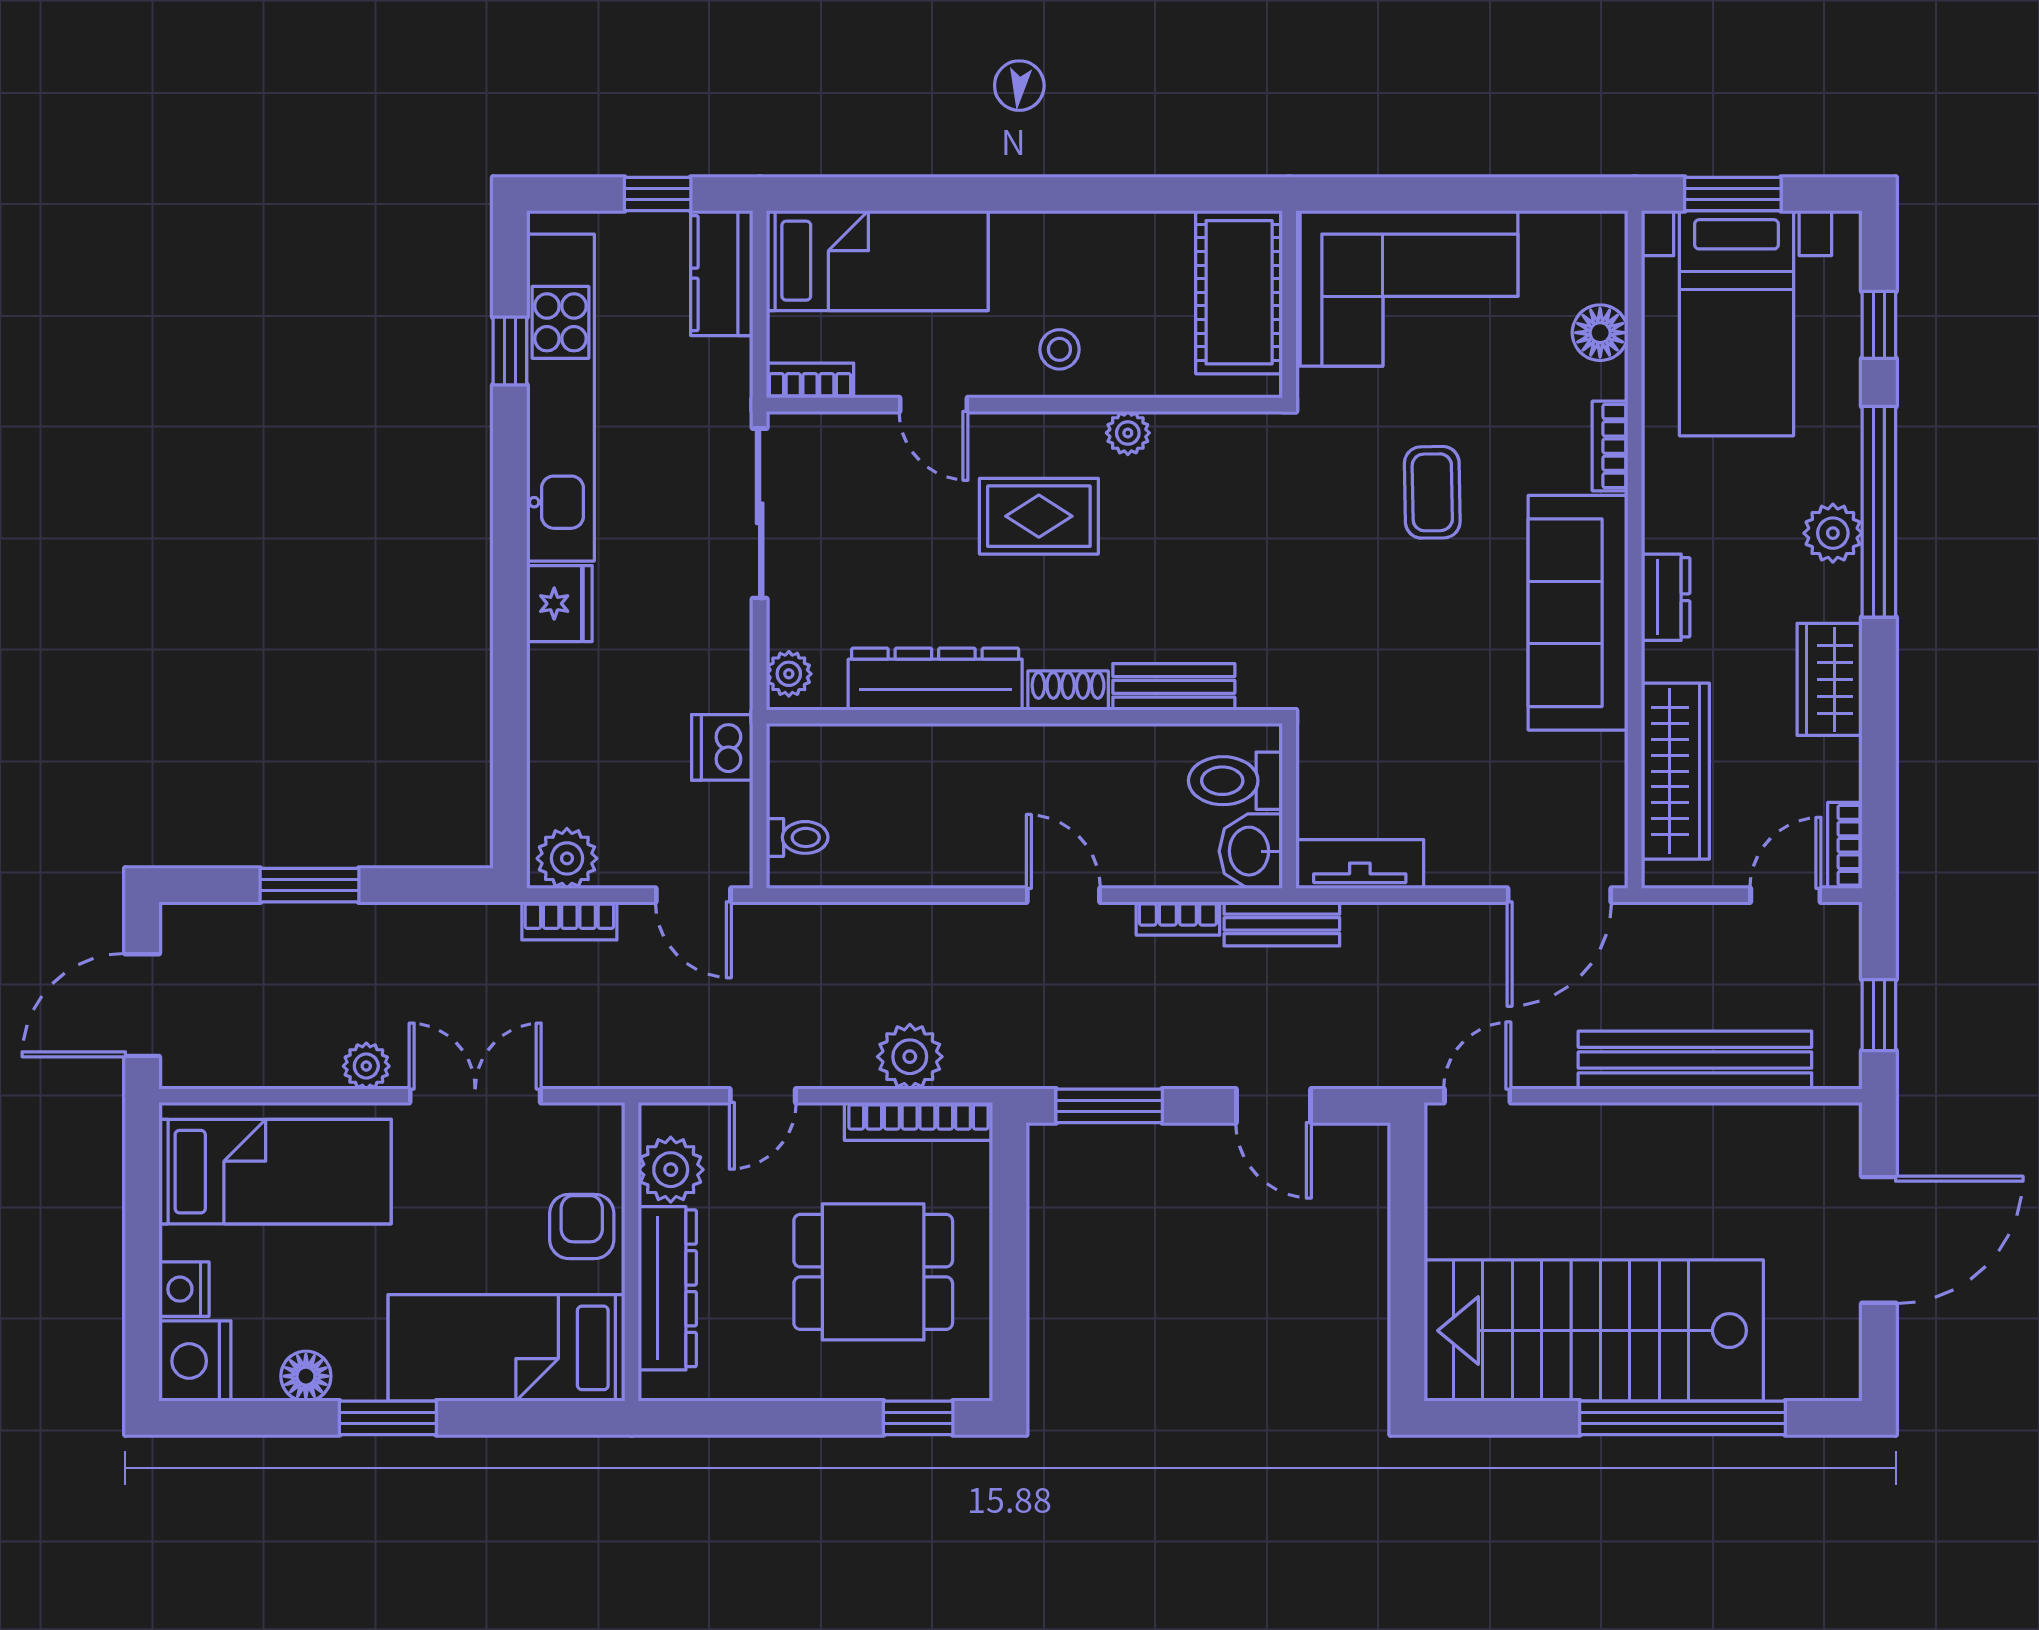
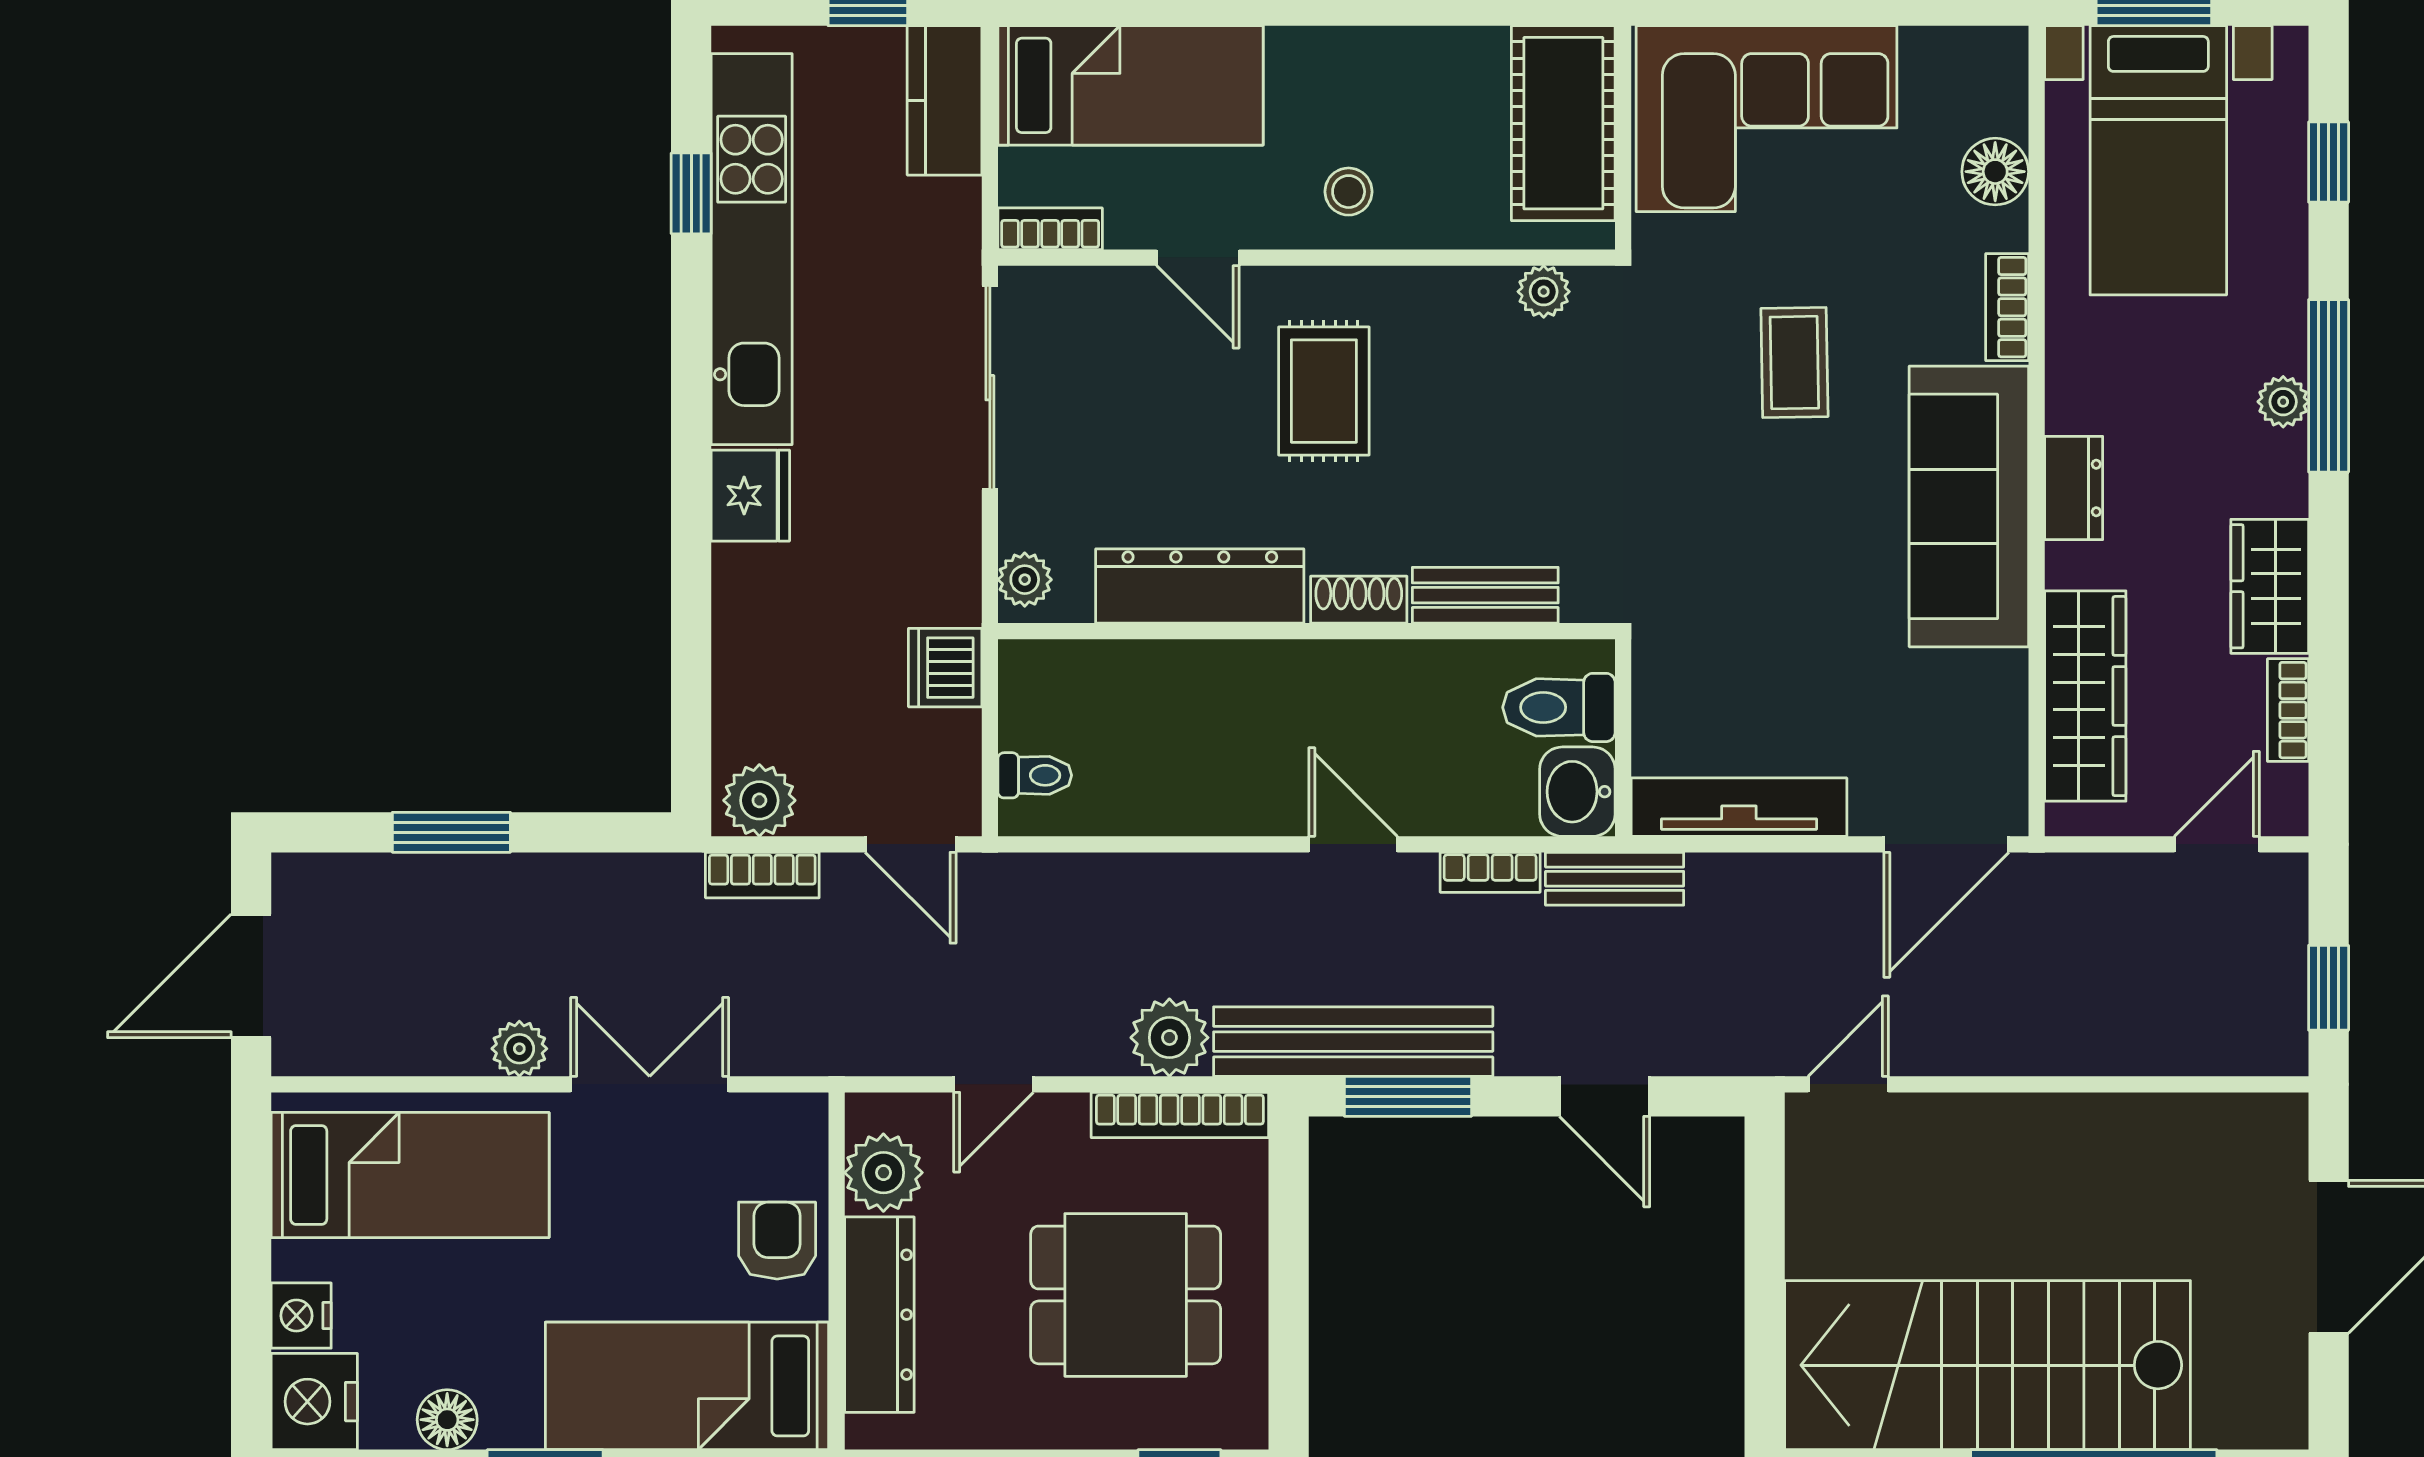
plant: (1128, 433) -> (1544, 292), moved
window: (1879, 512) -> (2329, 386), width x0.68
rug: (1039, 516) -> (1324, 391), turned 90
plant: (1833, 533) -> (2283, 402), width x0.73, depth x0.73
bookcase: (1845, 845) -> (2288, 710), moved
tv unit: (1360, 864) -> (1739, 807), width x1.41
bench: (1695, 1060) -> (1353, 1042), moved

